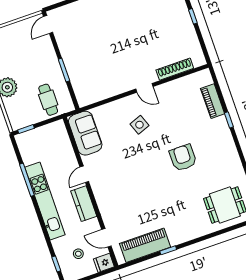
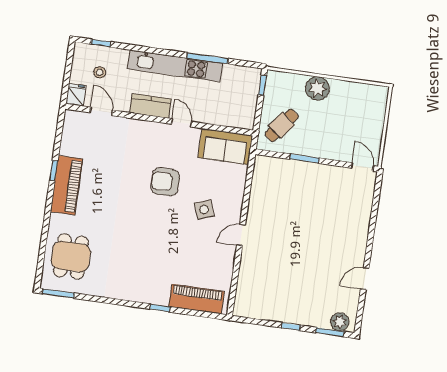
shoe rack: (175, 69) -> (244, 278), removed
cafe table: (48, 100) -> (282, 125), turned -52
piano: (213, 101) -> (197, 299), width x1.37, depth x1.33
armchair: (183, 158) -> (165, 182), moved, turned 180
door: (106, 238) -> (101, 111), hinge flipped
piano: (145, 245) -> (67, 185), moved

